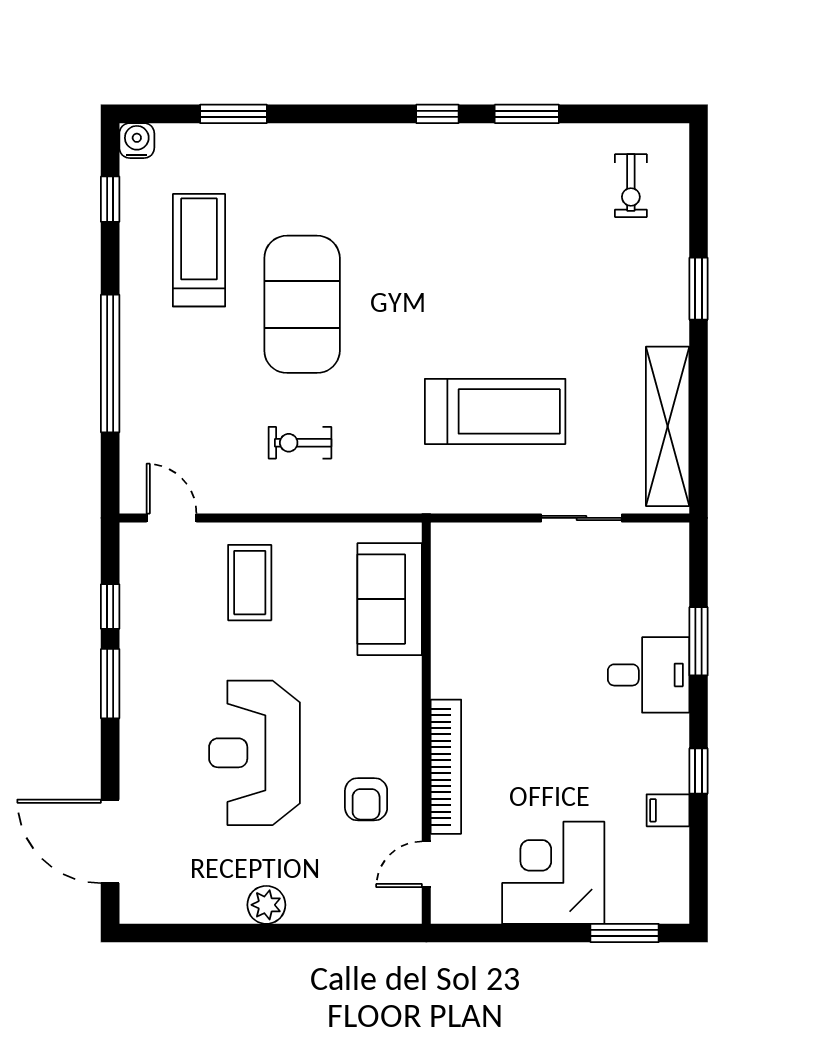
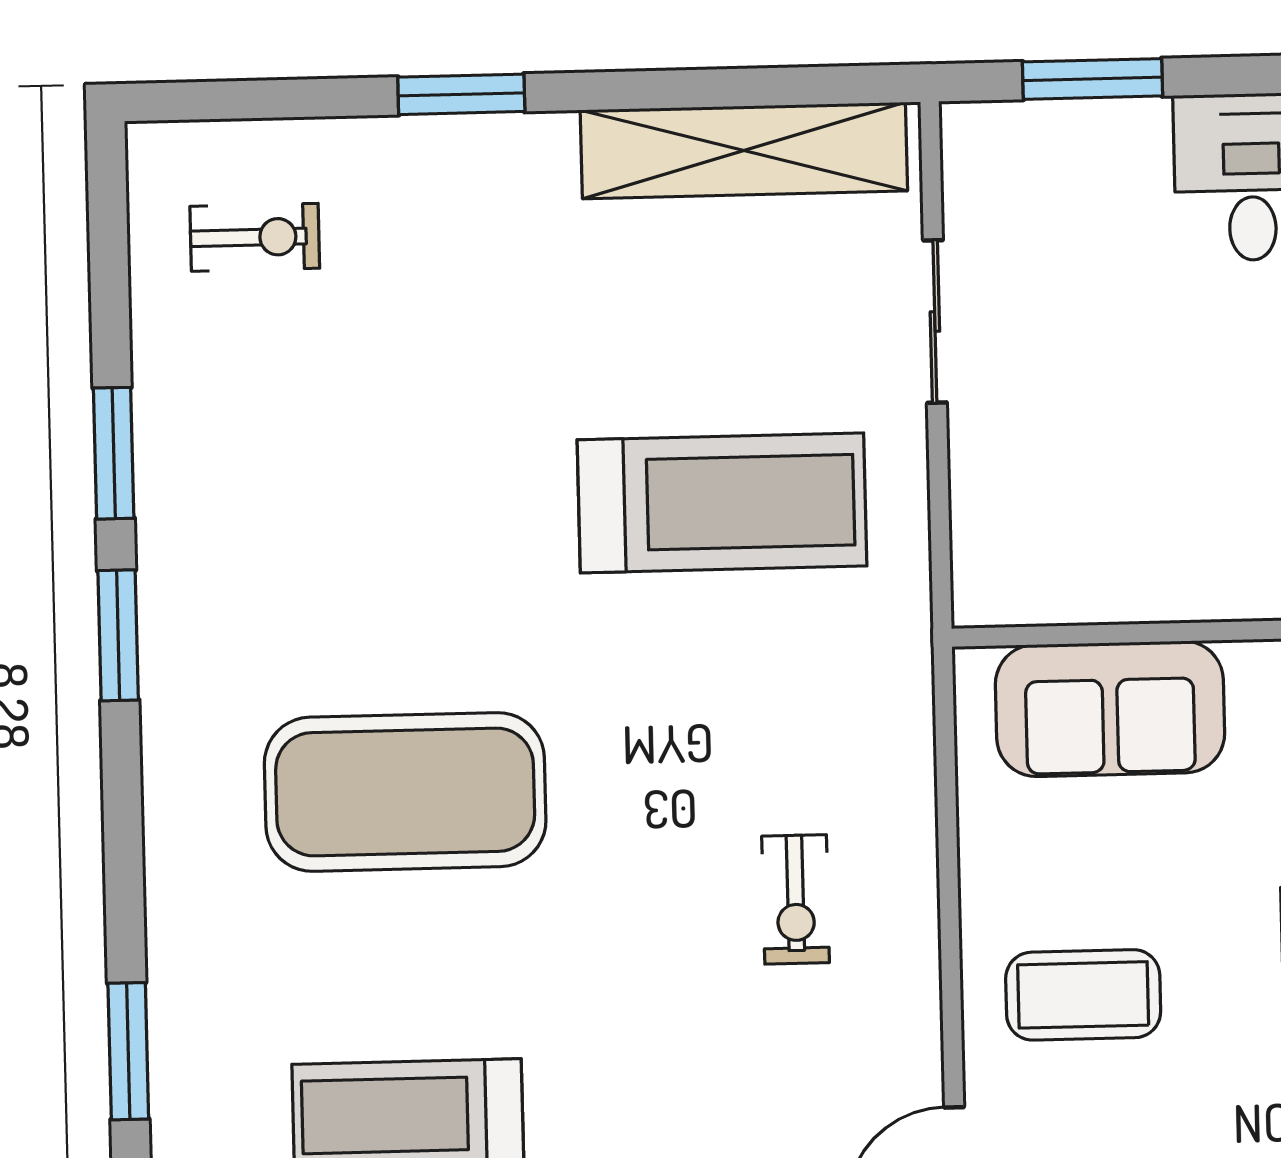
window: (437, 114) -> (118, 635), width x1.50
exercise mat: (302, 304) -> (405, 792), moved
treadmill: (495, 411) -> (722, 503), turned 90
window: (698, 641) -> (1093, 79), moved

